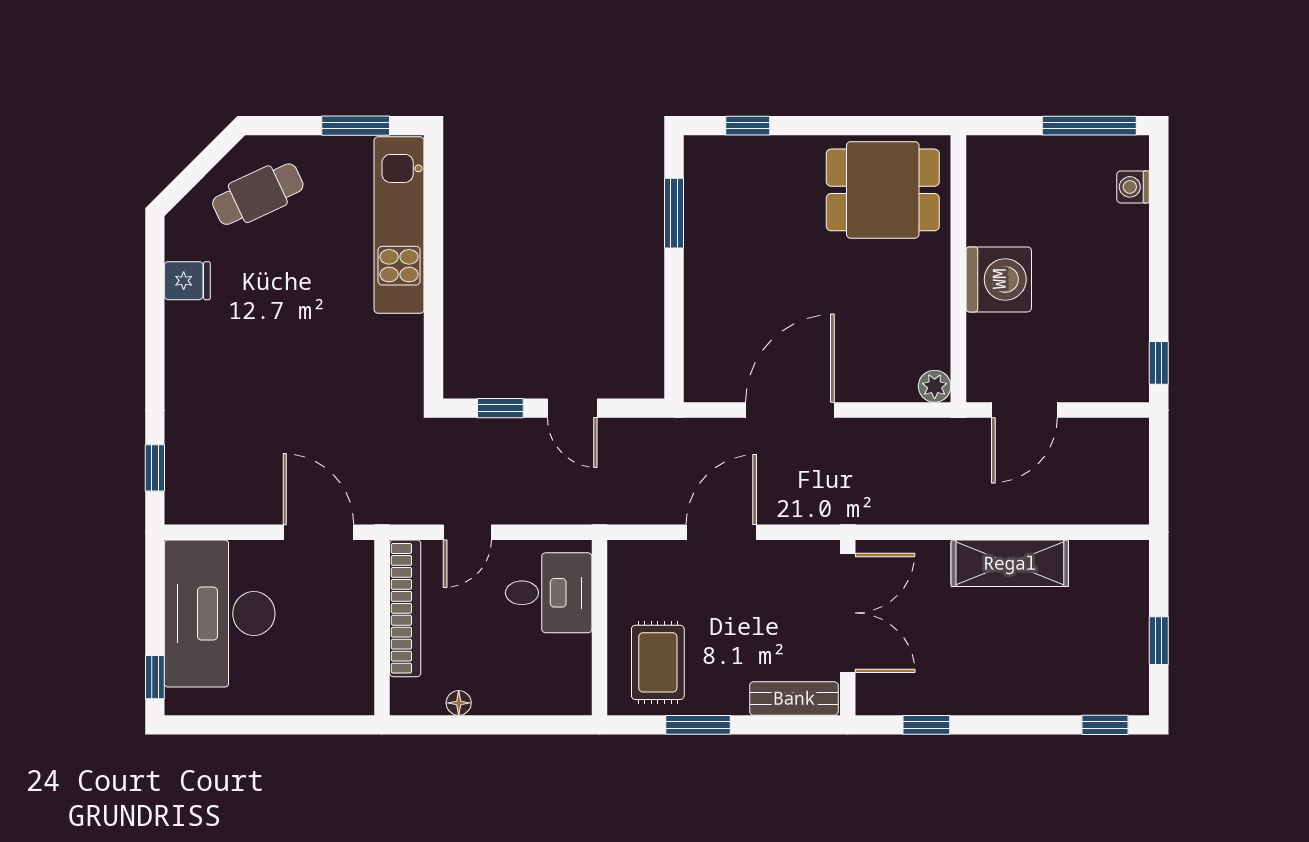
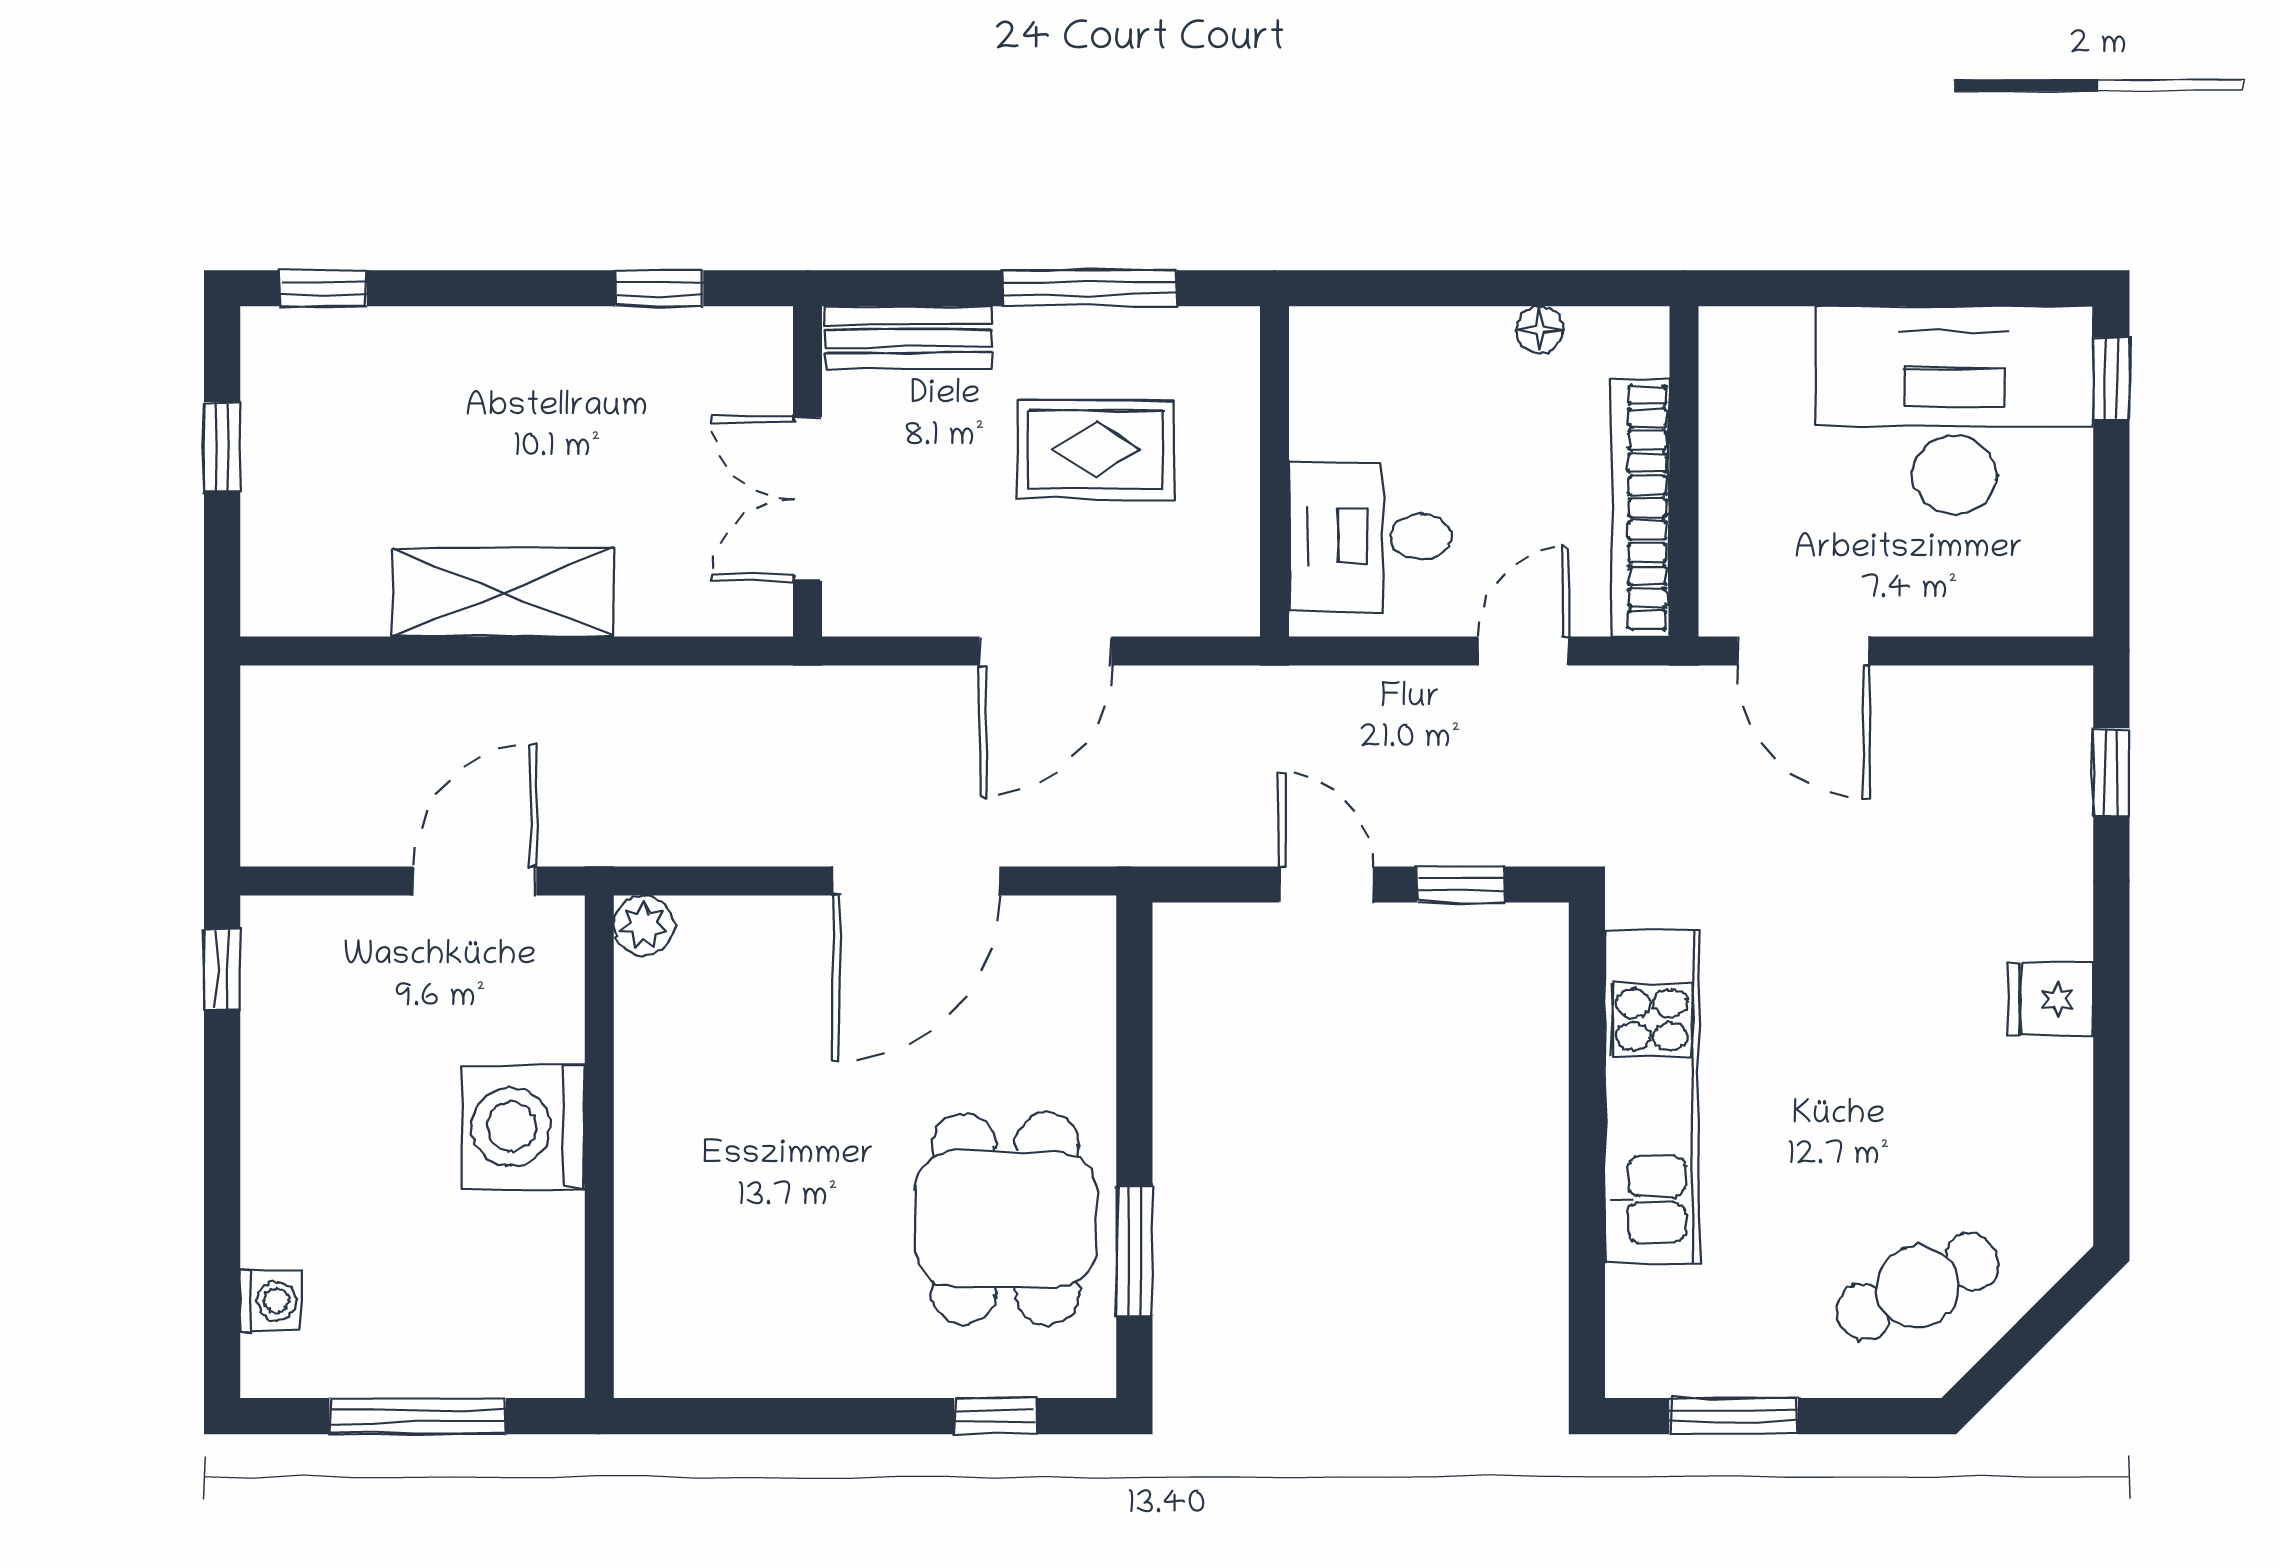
window: (1089, 126) -> (418, 1416), moved
dining table: (883, 190) -> (1006, 1219), moved, turned 90
kitchen unit: (399, 225) -> (1652, 1096), moved
fridge: (187, 281) -> (2050, 999), moved
double door: (848, 613) -> (808, 499), width x0.73
desk: (220, 614) -> (1955, 410), moved, turned -90
rug: (658, 662) -> (1096, 450), moved, turned 90
window: (698, 725) -> (1089, 288), width x1.44

